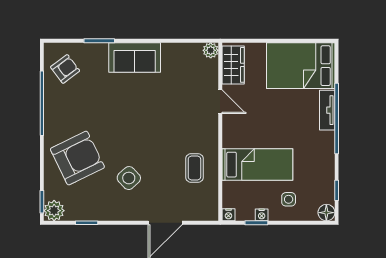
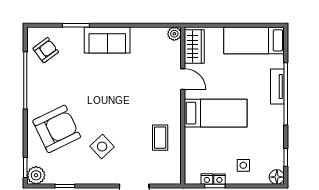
bed: (301, 66) -> (254, 40), width x0.67
bed: (257, 165) -> (216, 113), moved
nightstand: (228, 215) -> (207, 179), moved

